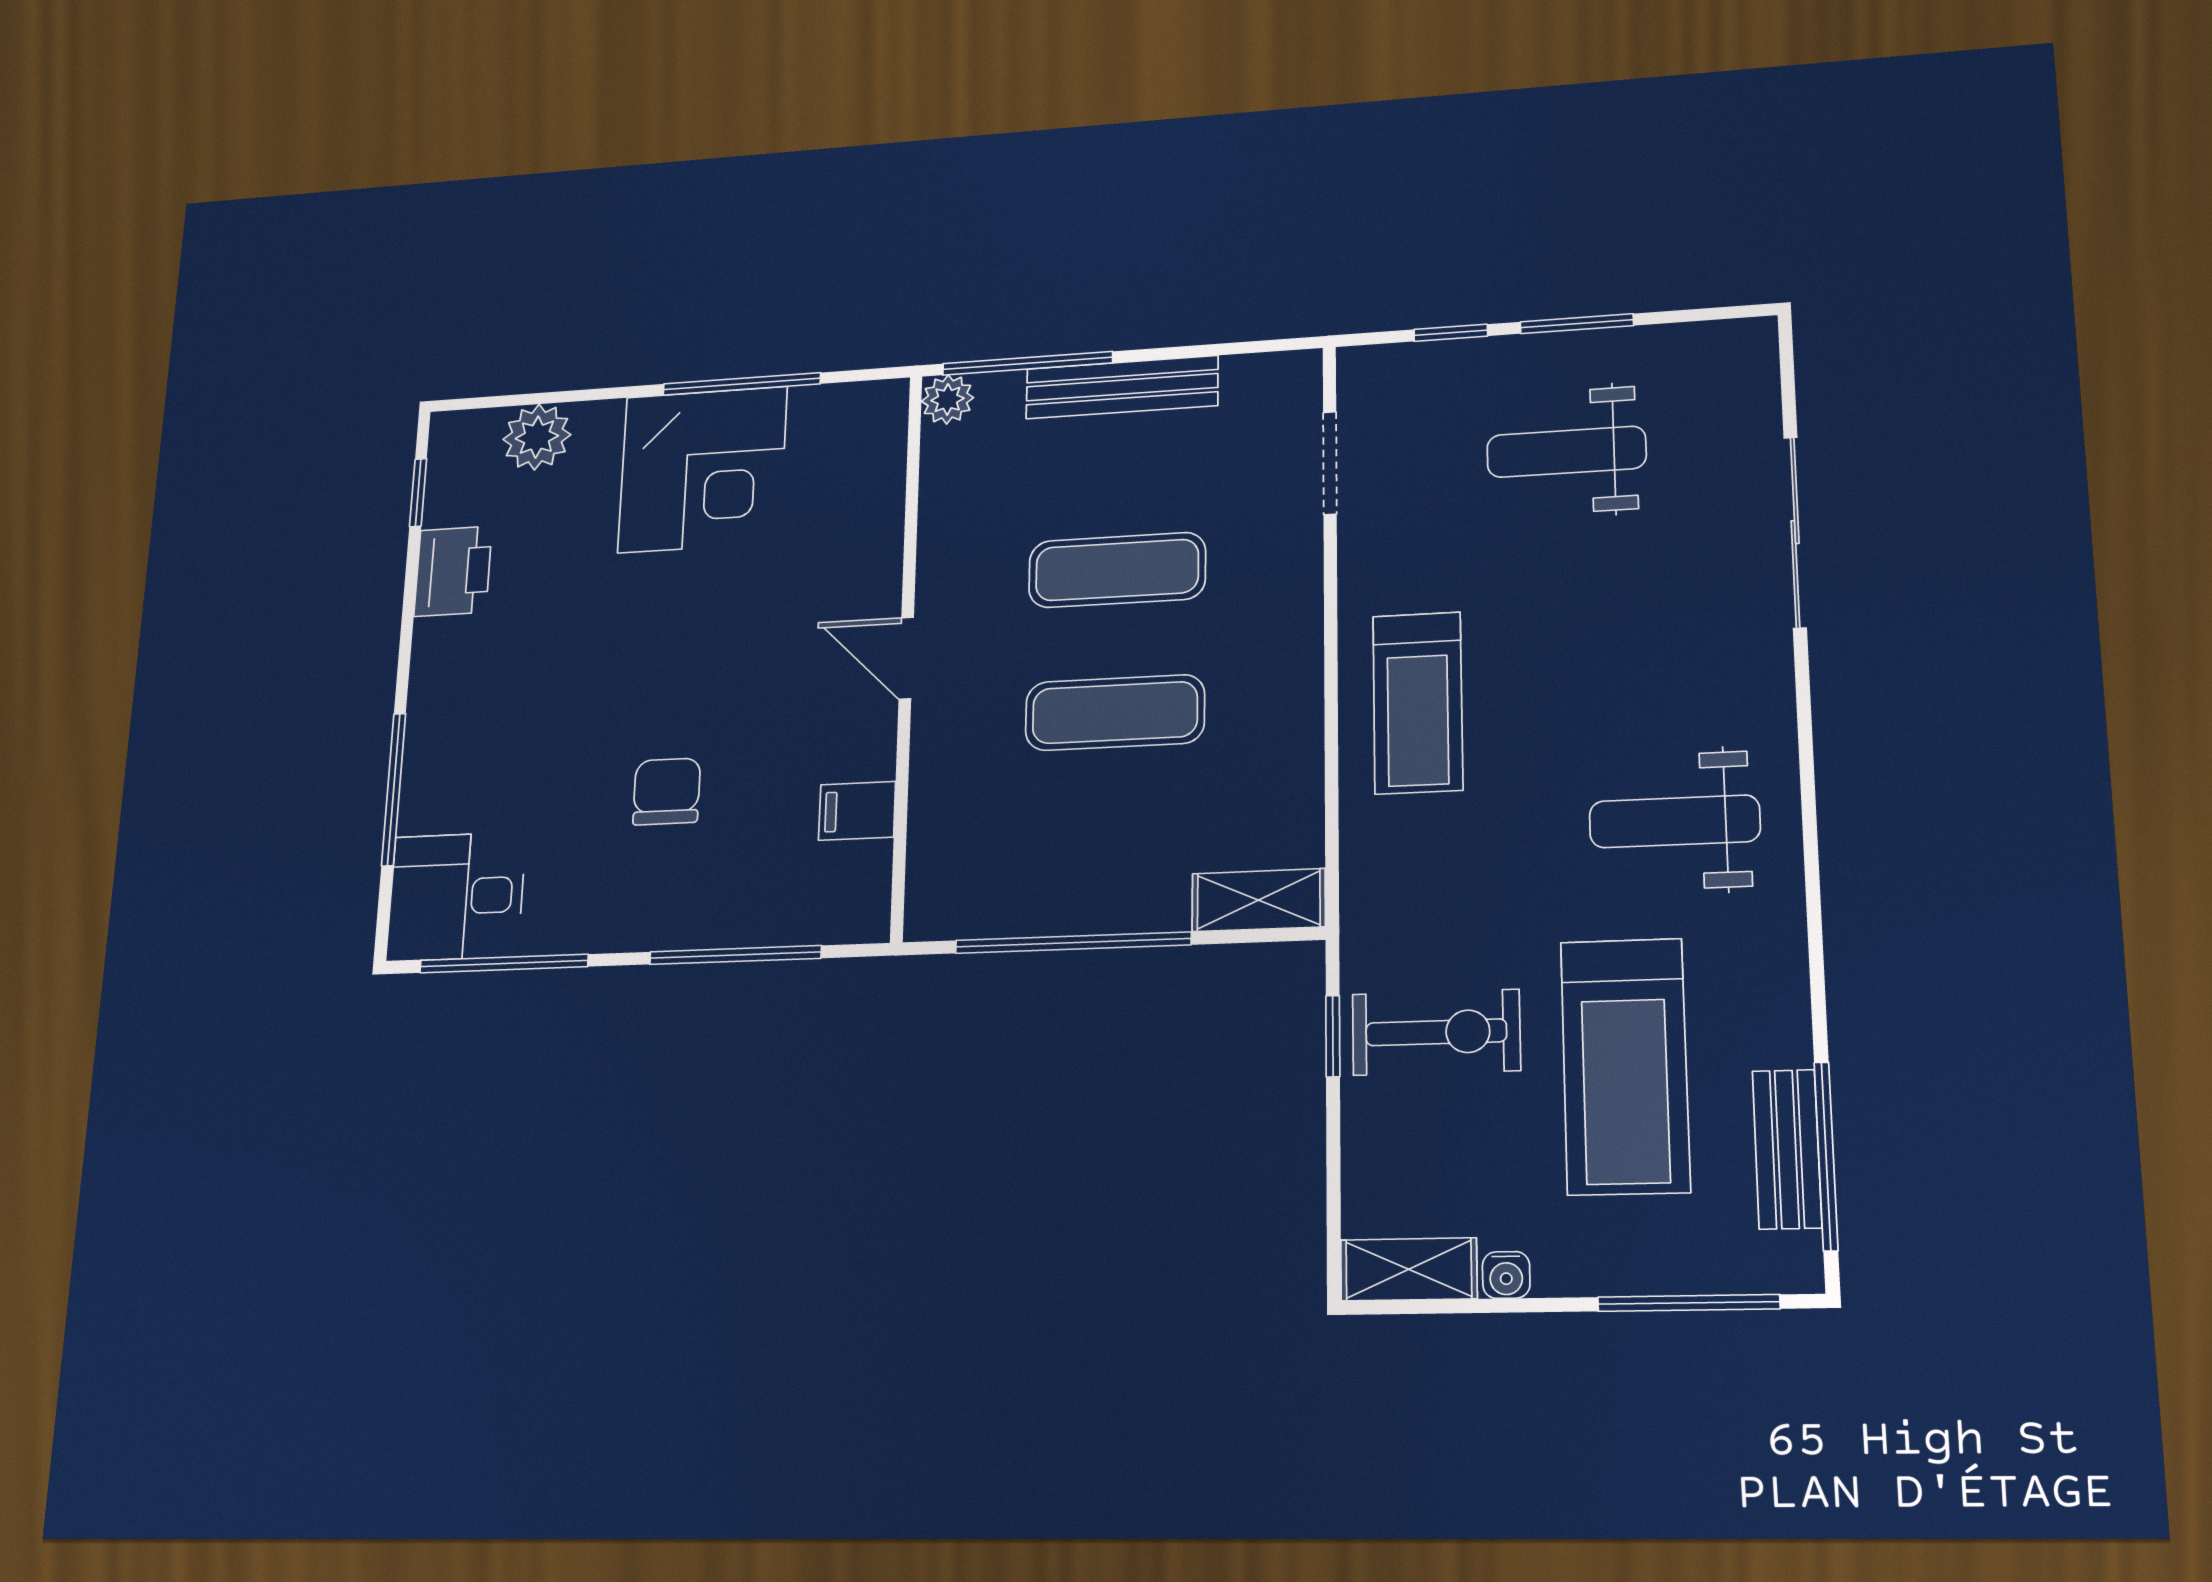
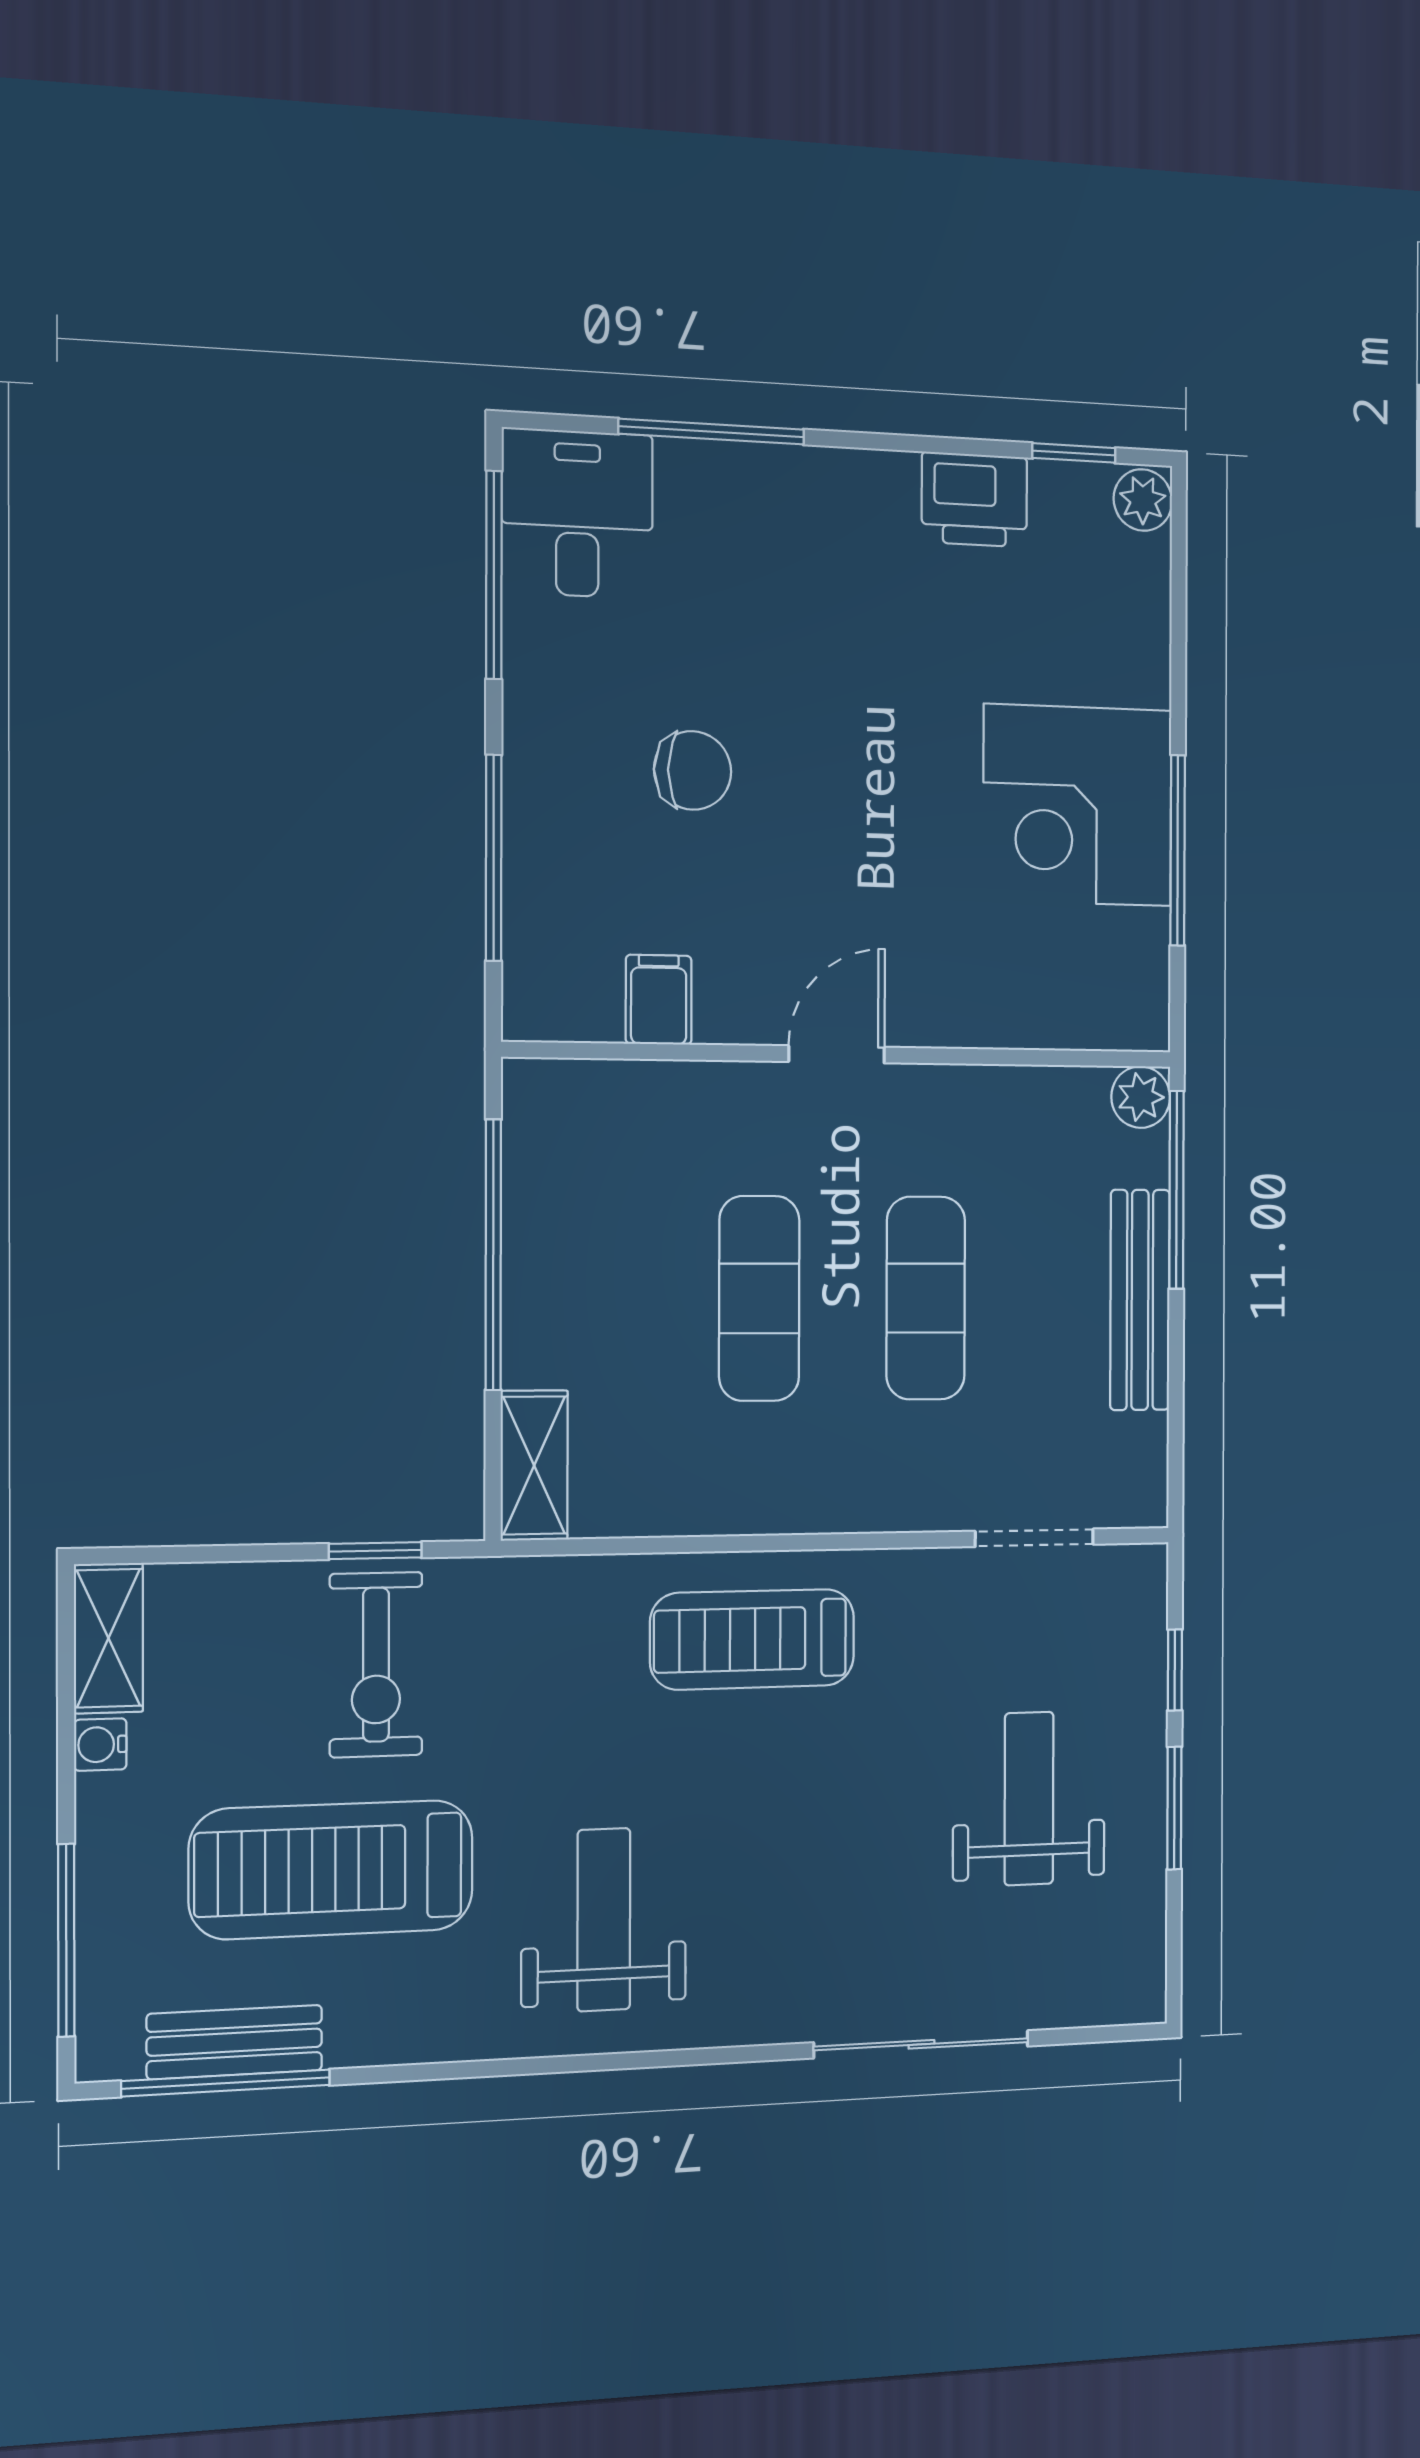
plant: (537, 437) -> (1143, 500), moved, width x0.73, depth x0.73

